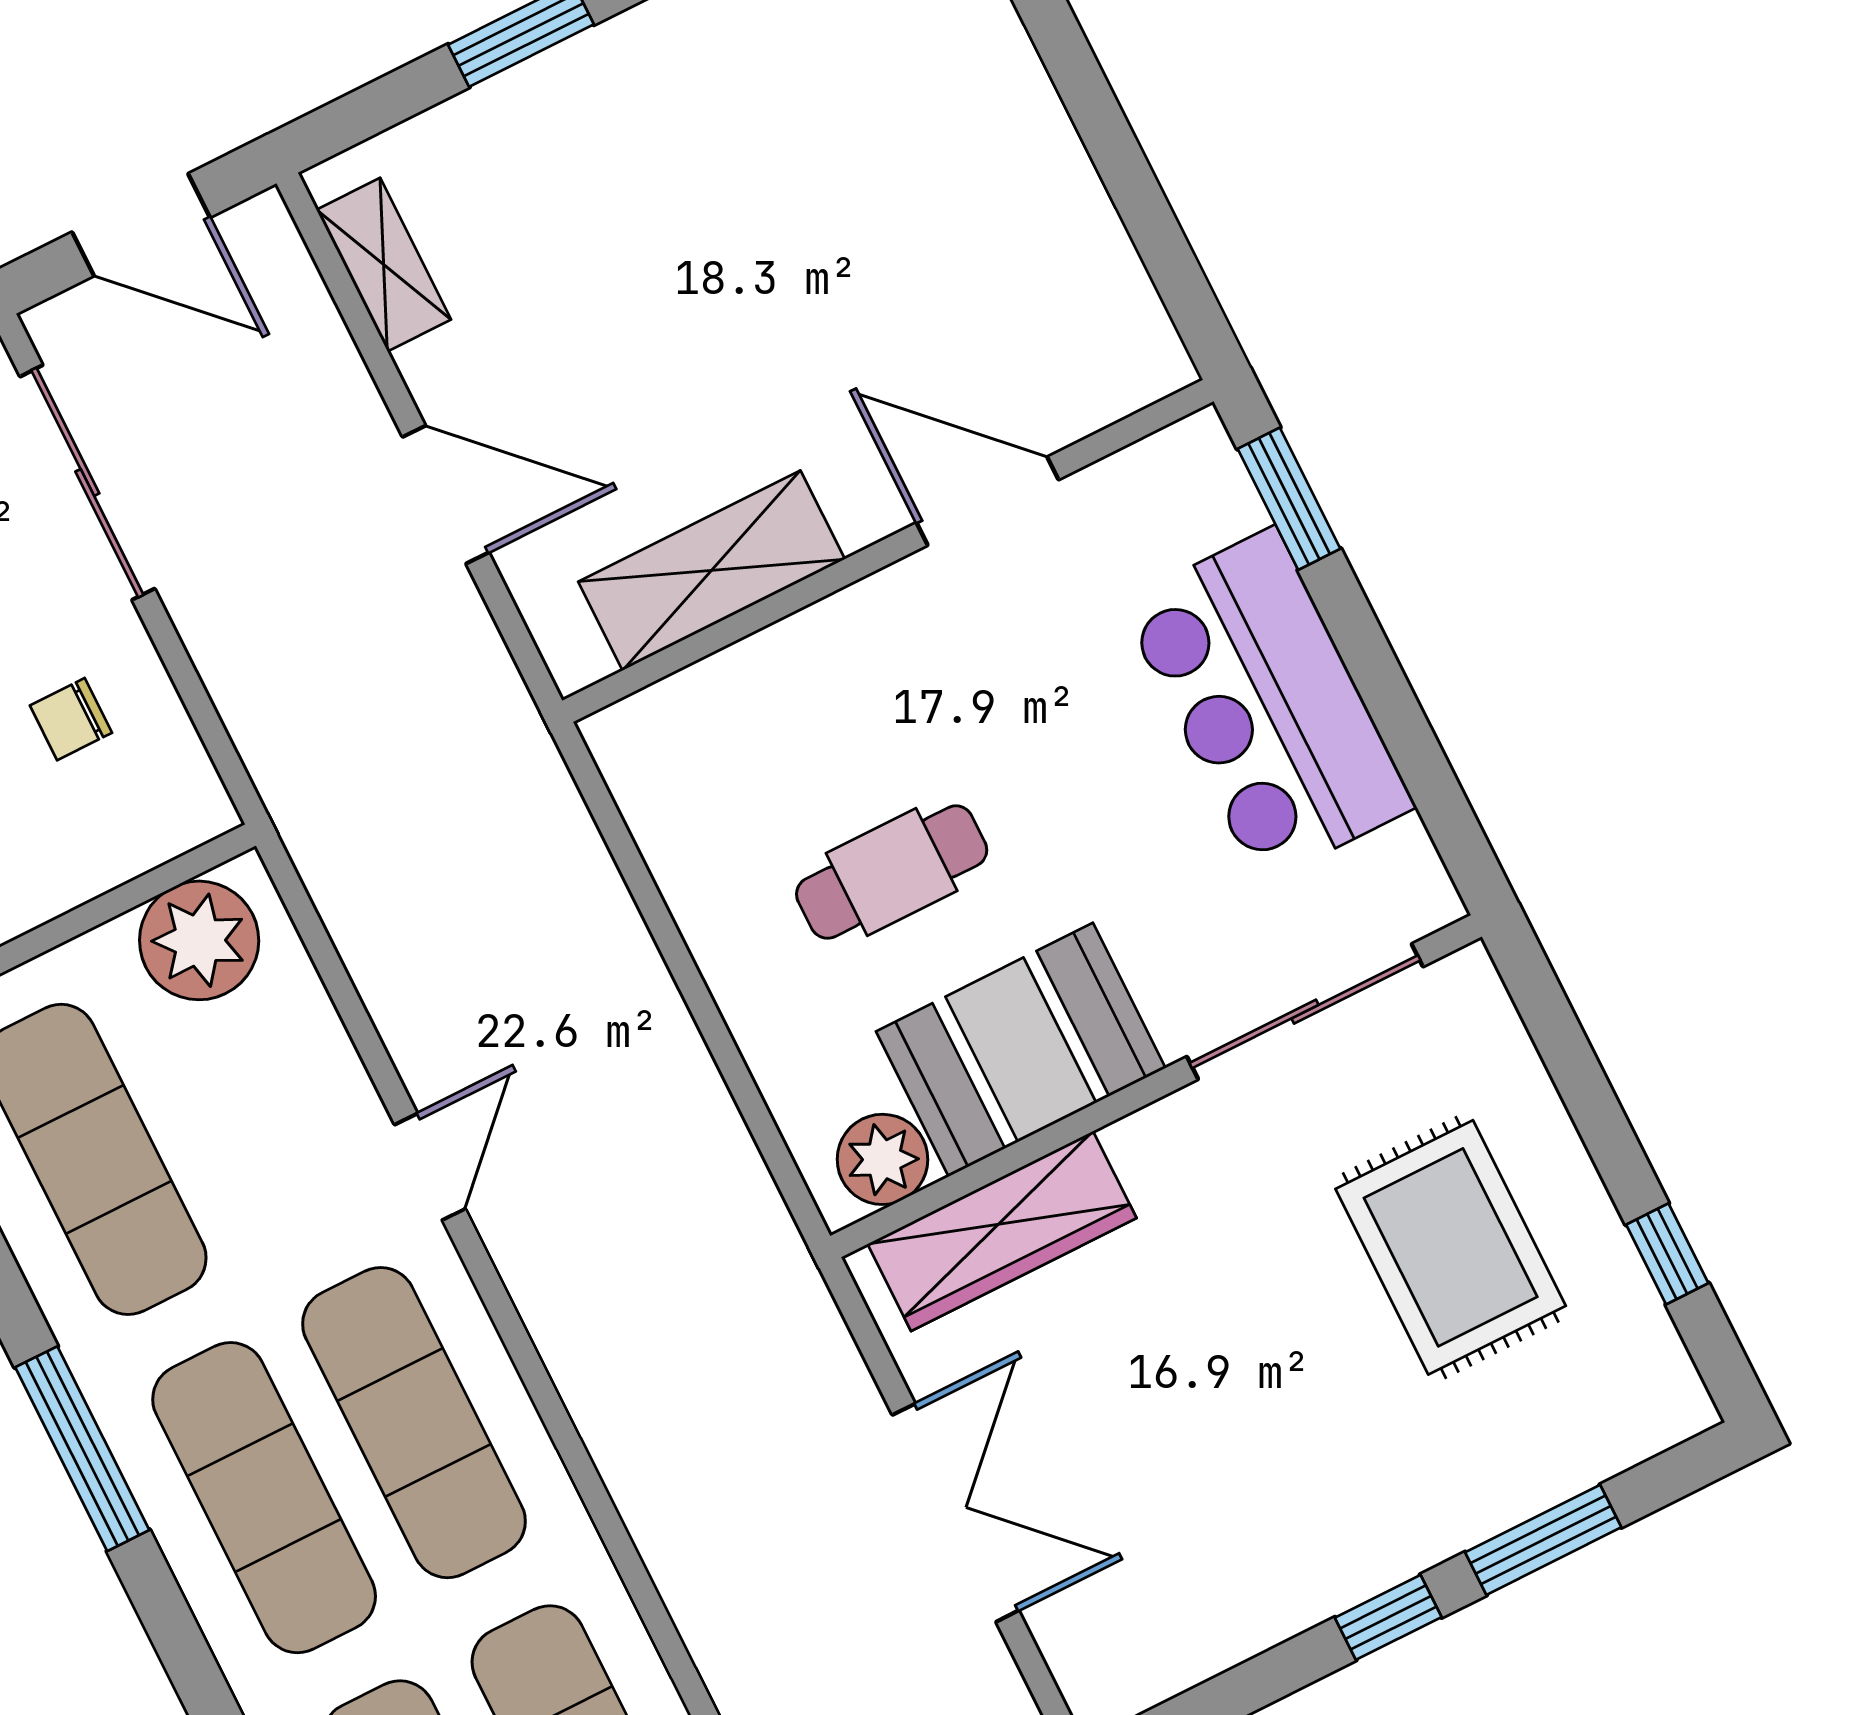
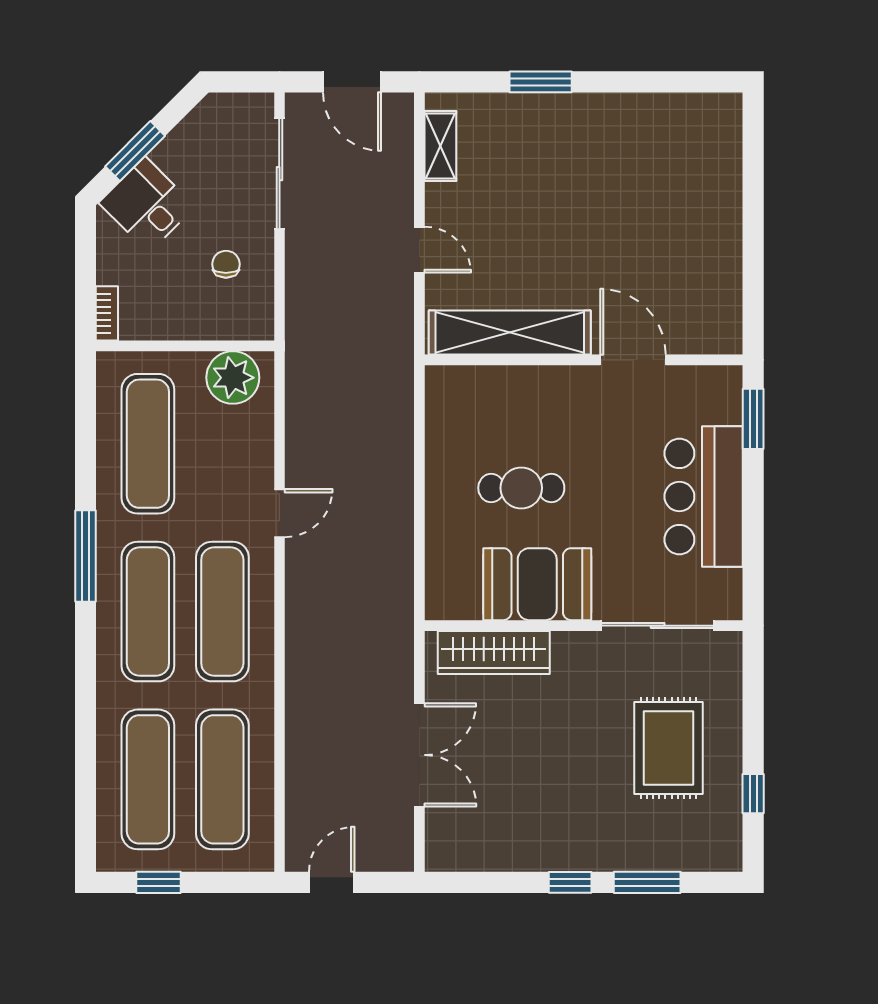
door: (446, 495) -> (419, 250), width x0.73
shelving: (712, 570) -> (510, 333), width x1.47
chair: (71, 719) -> (226, 264), turned 90
plant: (882, 1159) -> (461, 600), removed

